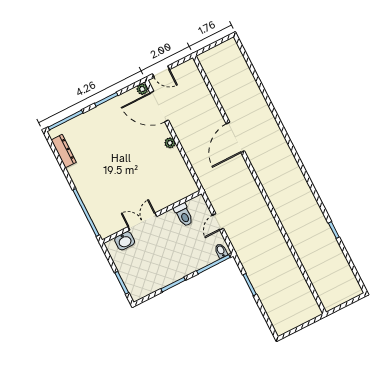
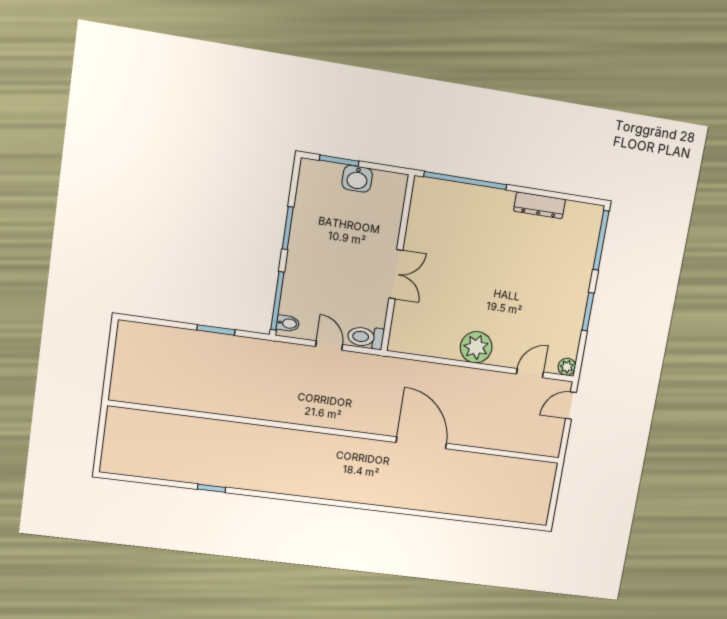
door: (159, 106) -> (530, 373), width x0.53
plant: (170, 143) -> (476, 347), width x1.88, depth x1.88
dresser: (64, 151) -> (540, 205), moved
toilet: (184, 215) -> (366, 337), moved
double door: (142, 222) -> (396, 274), moved
washbasin: (125, 241) -> (357, 179), moved, turned -90

